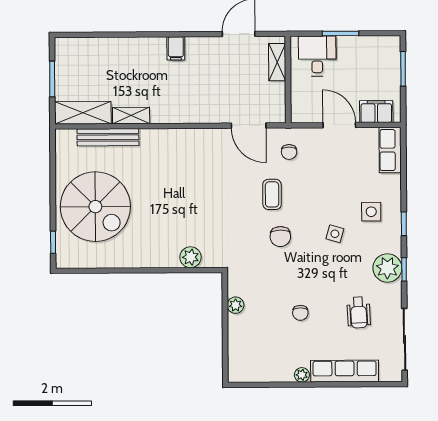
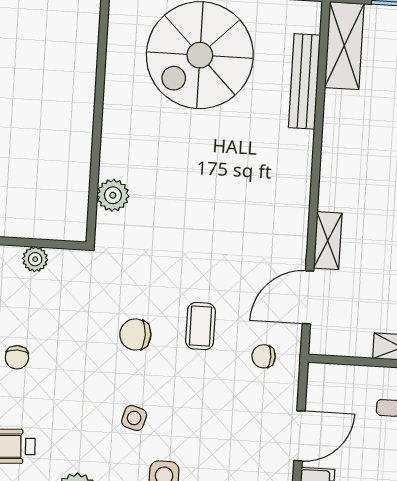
shelving: (131, 116) -> (328, 241), moved
coffee table: (272, 194) -> (200, 326), turned 90
chair: (300, 313) -> (17, 357), turned -90

